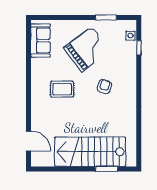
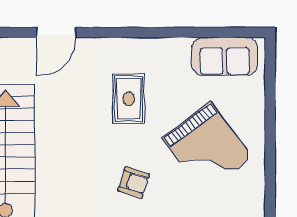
window: (106, 18) -> (270, 185), removed
door: (28, 141) -> (56, 32), moved

